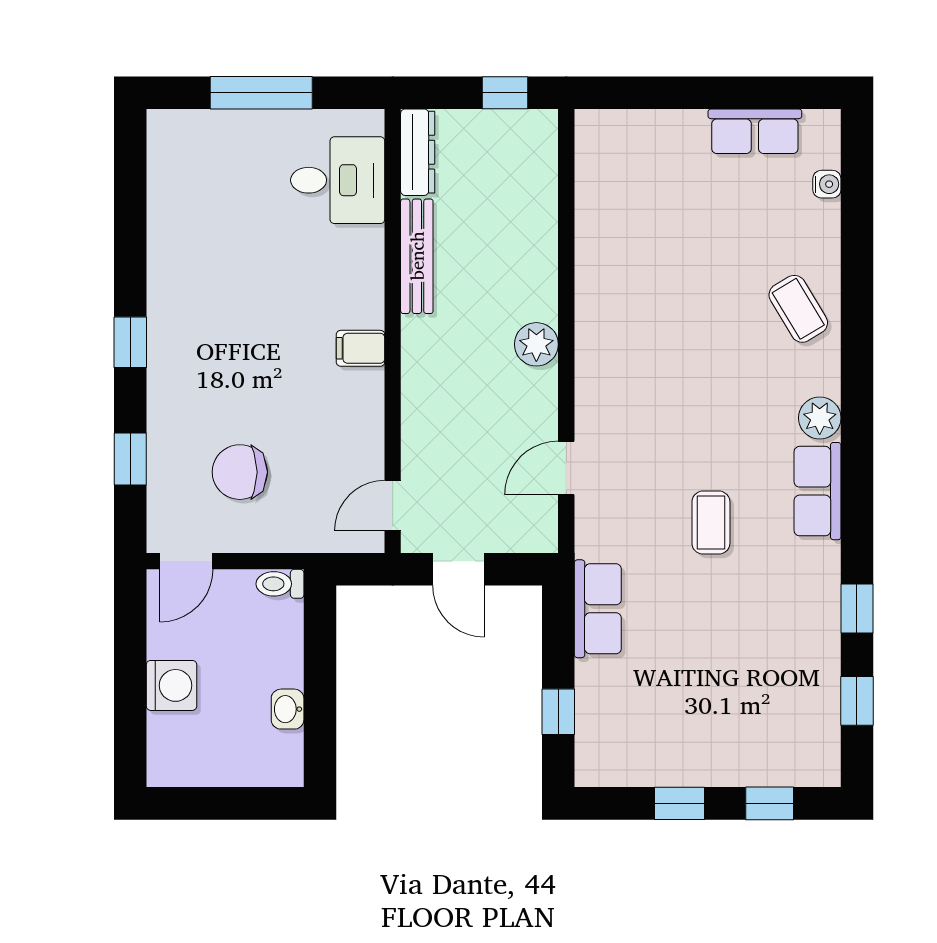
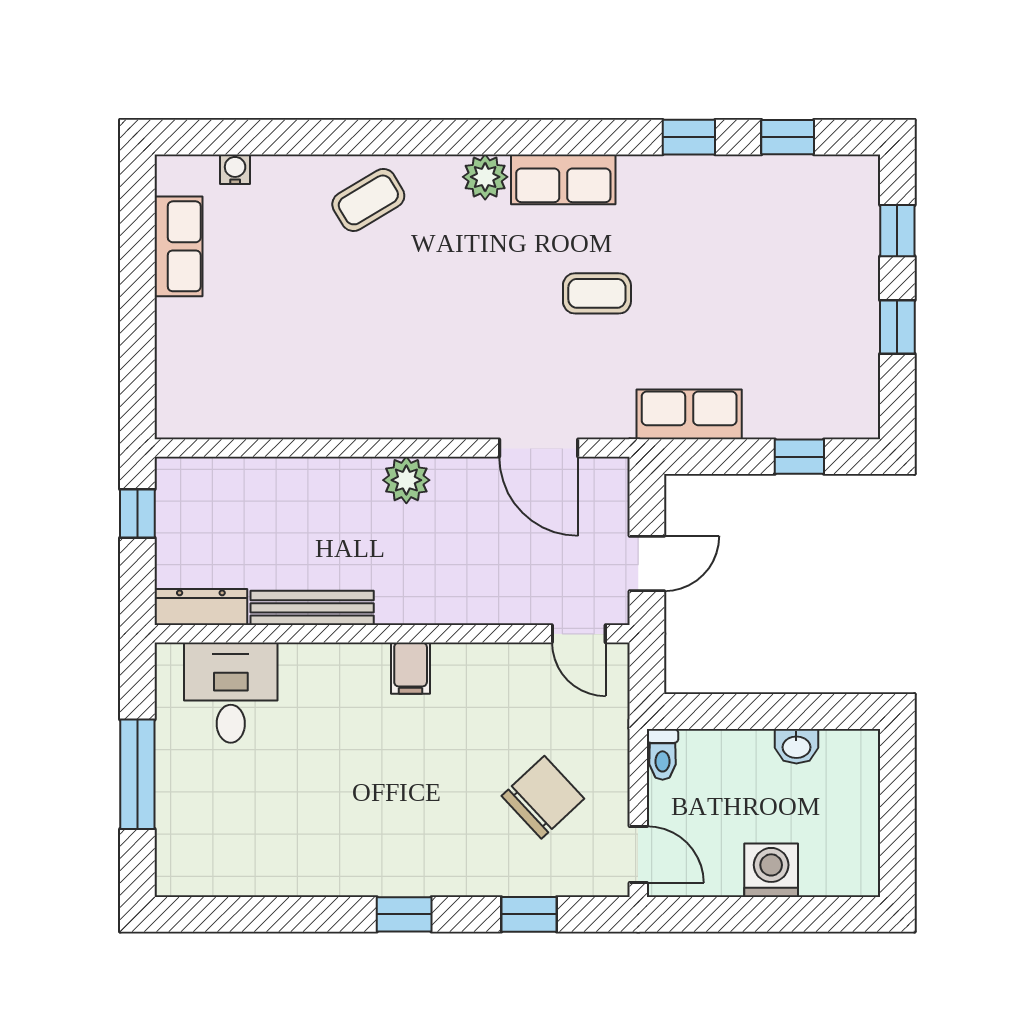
door: (566, 468) -> (539, 448), width x1.38
chair: (240, 472) -> (543, 797), turned -133

